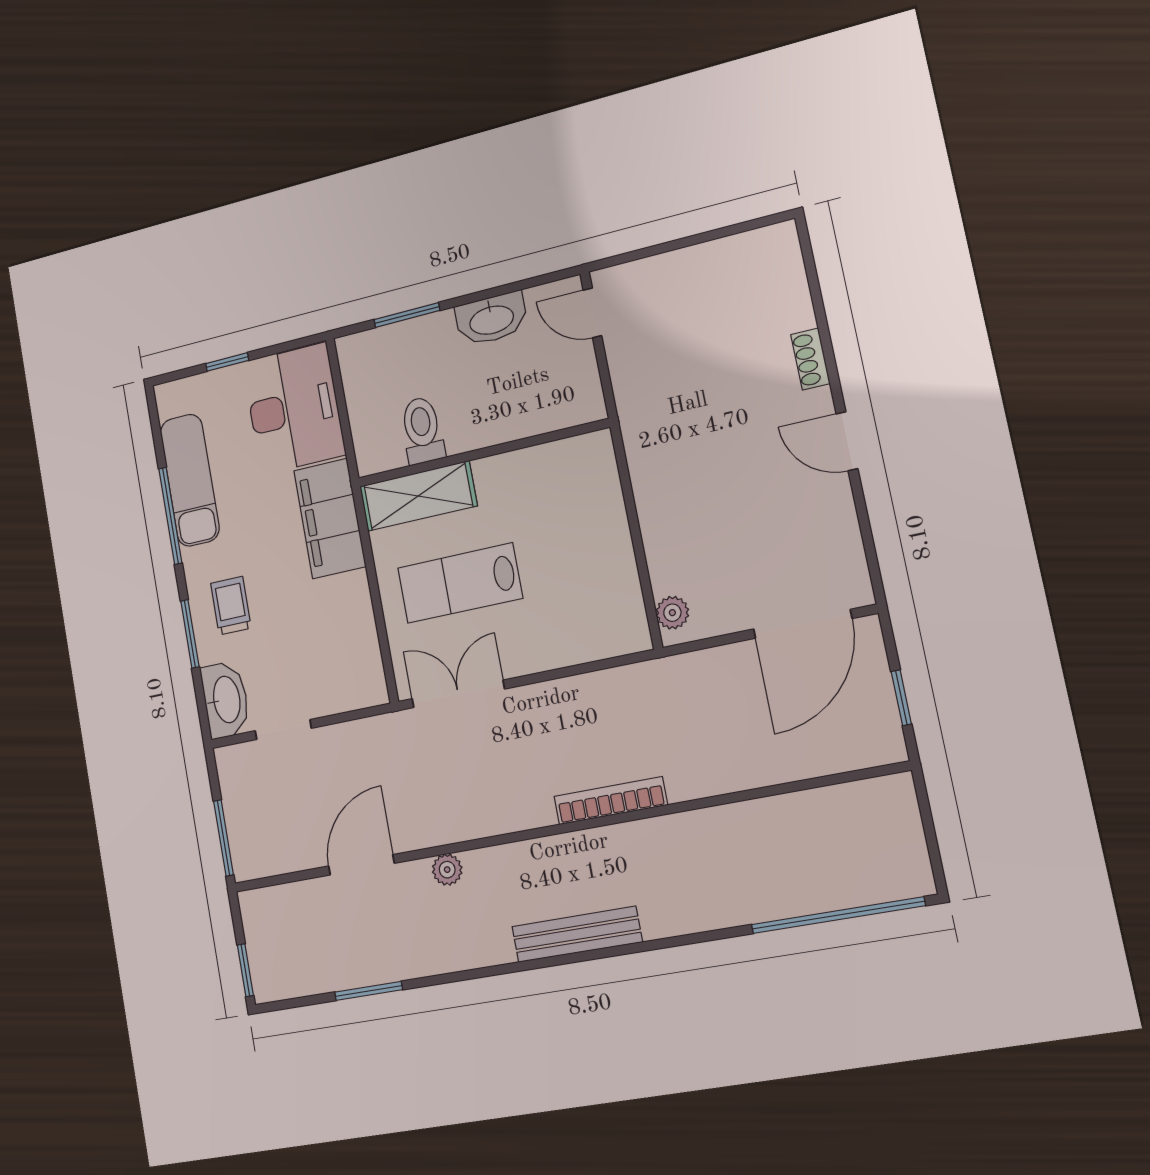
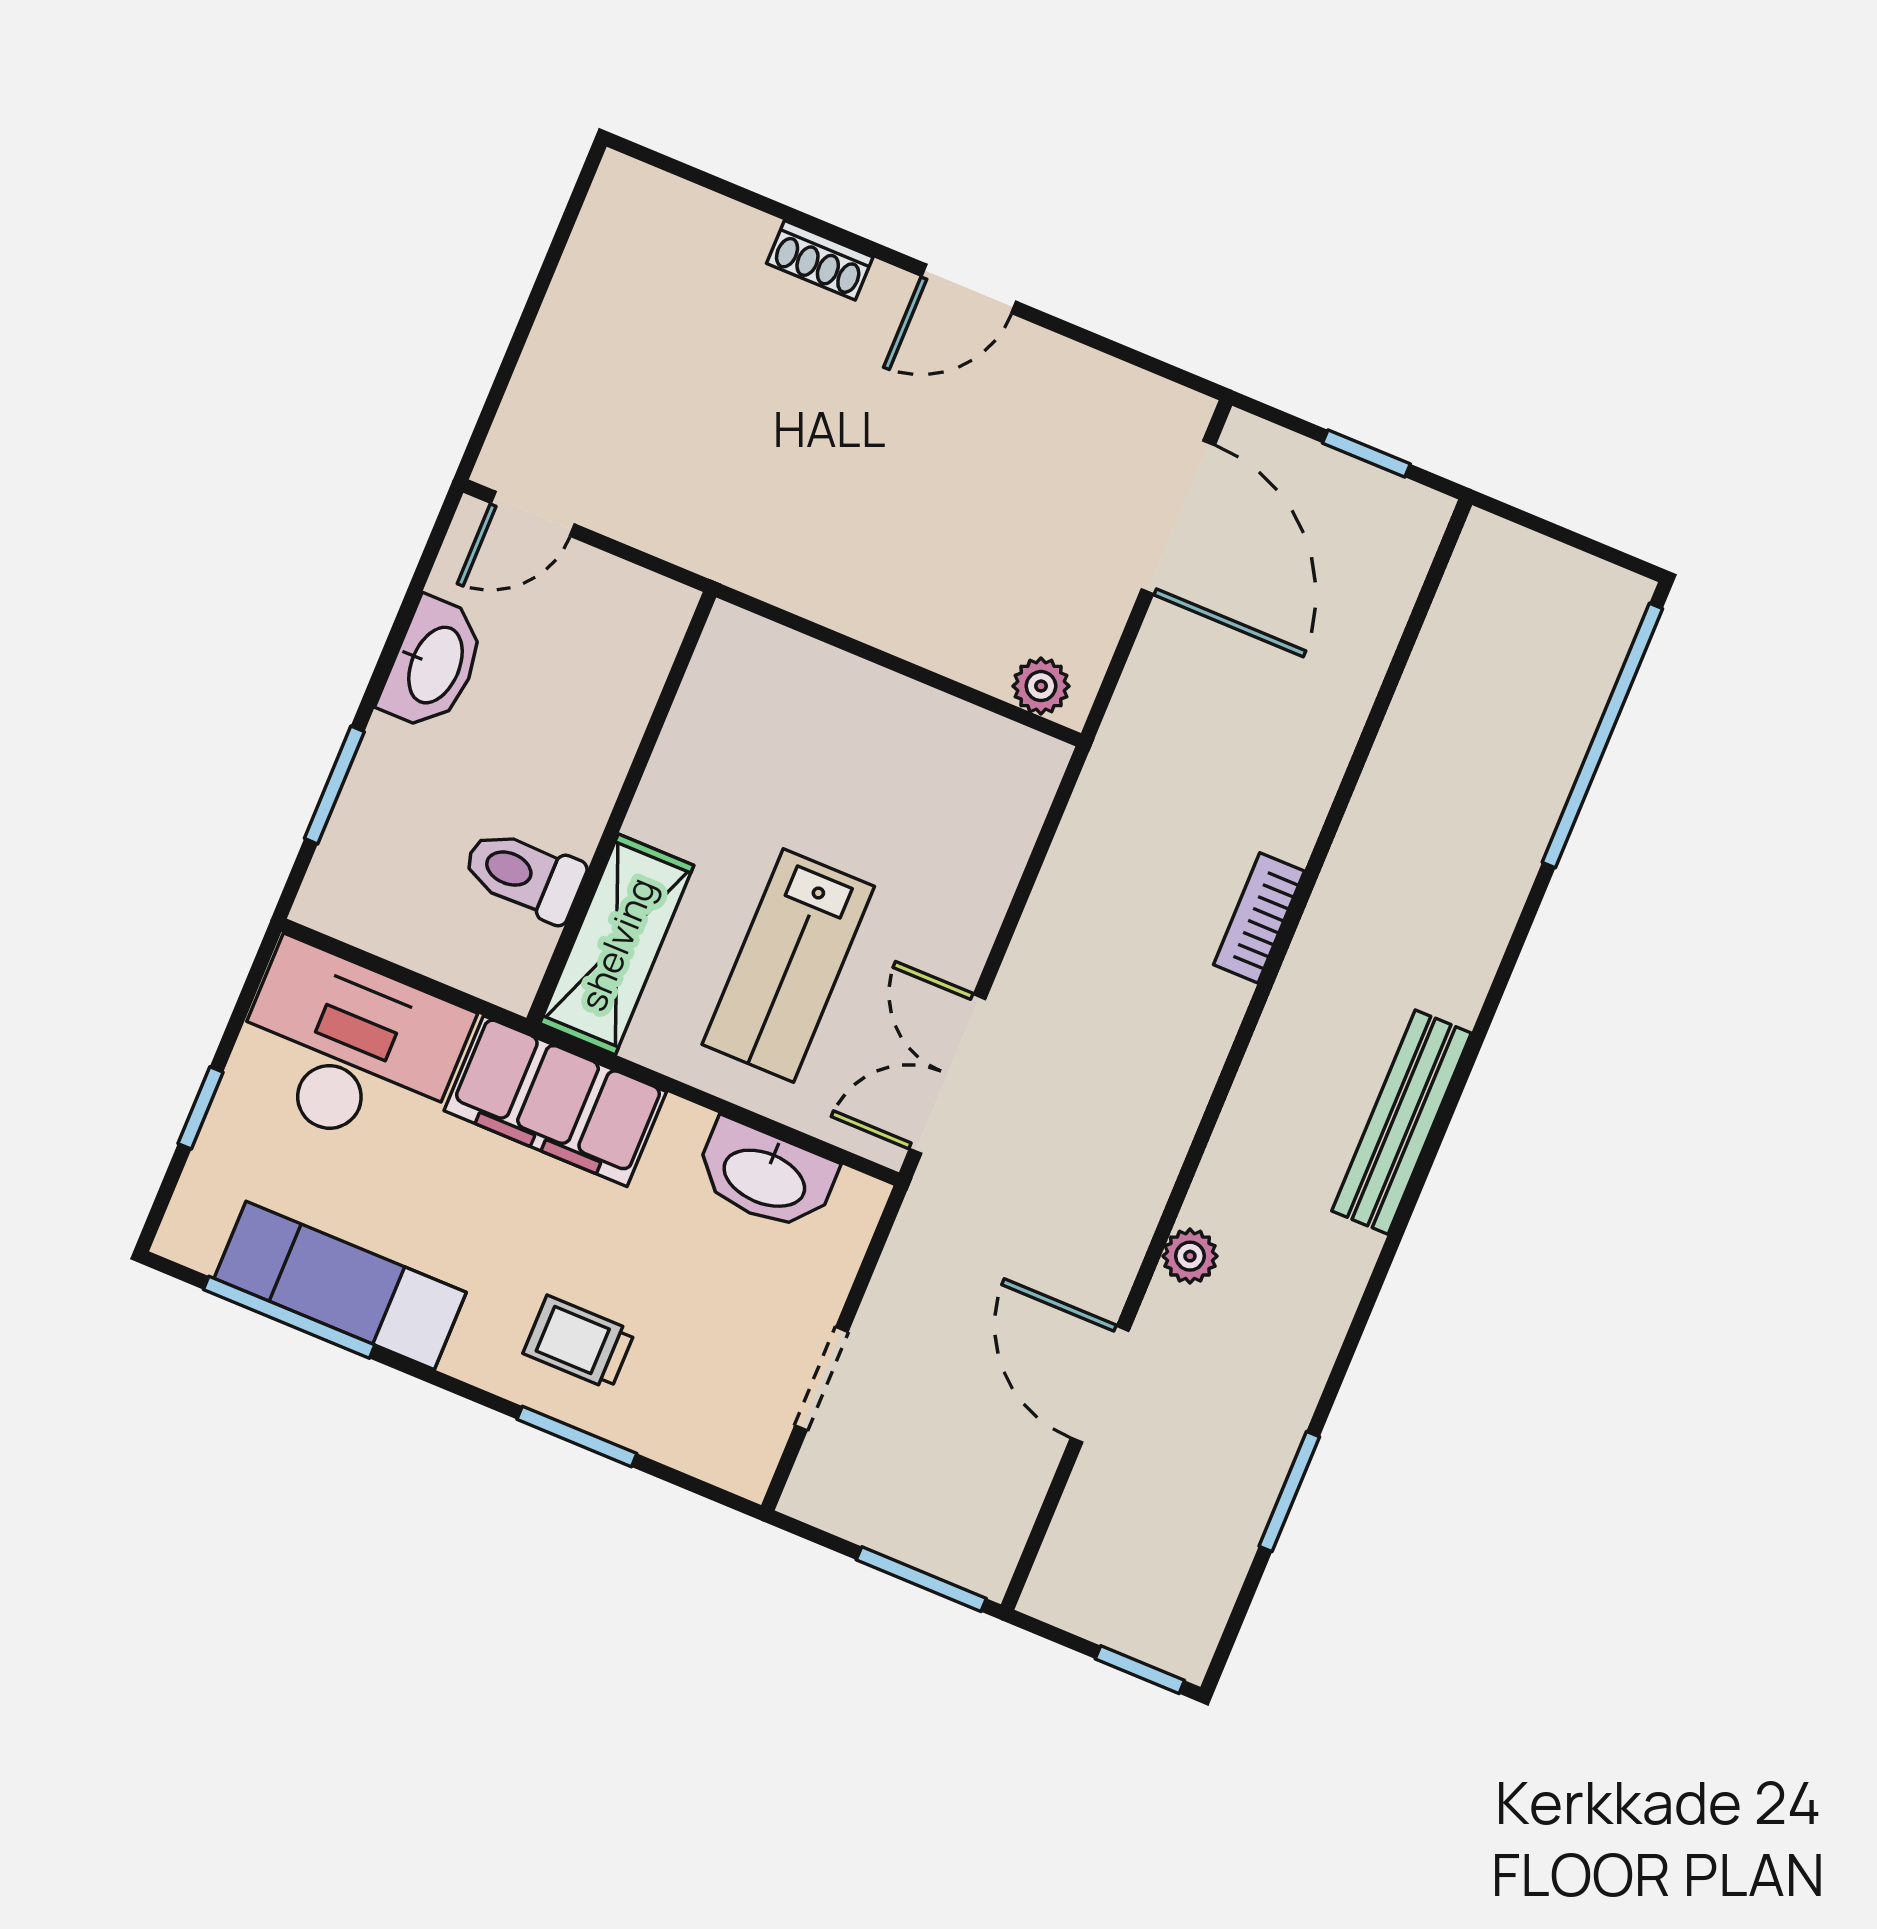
window: (170, 516) -> (289, 1317), moved
washbasin: (226, 700) -> (765, 1176), moved, turned 180
bookcase: (610, 801) -> (1259, 918), width x0.64

